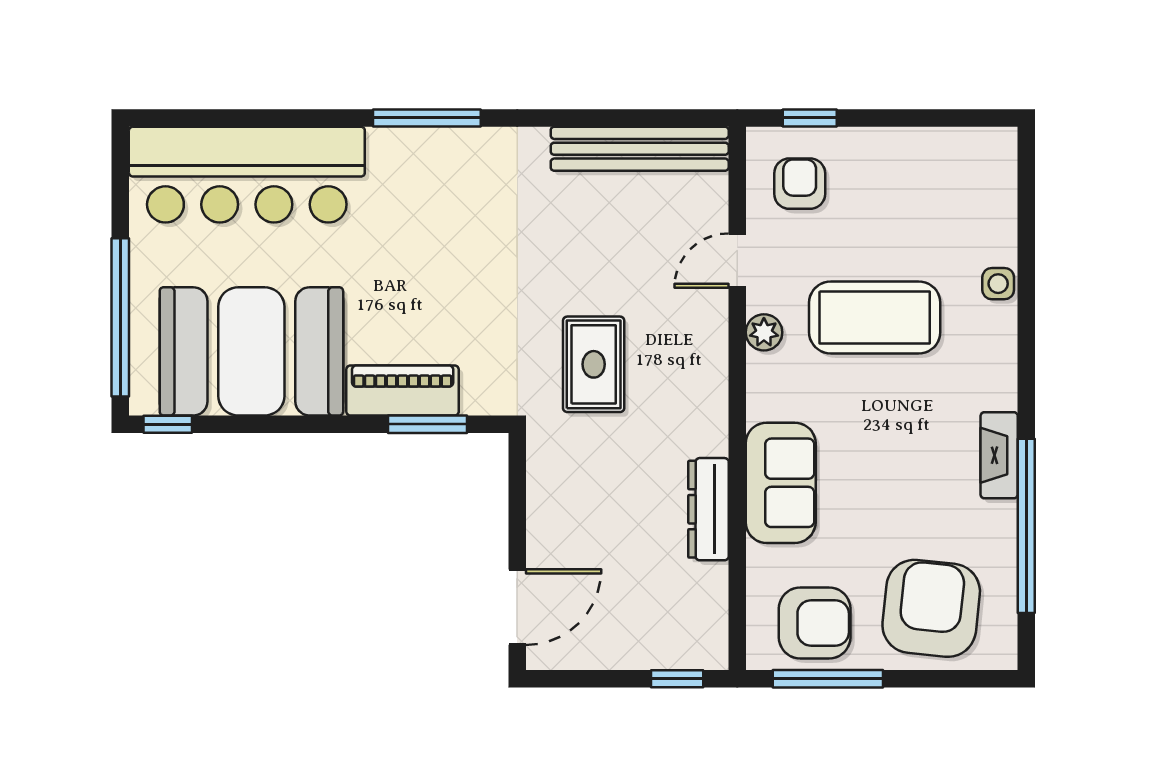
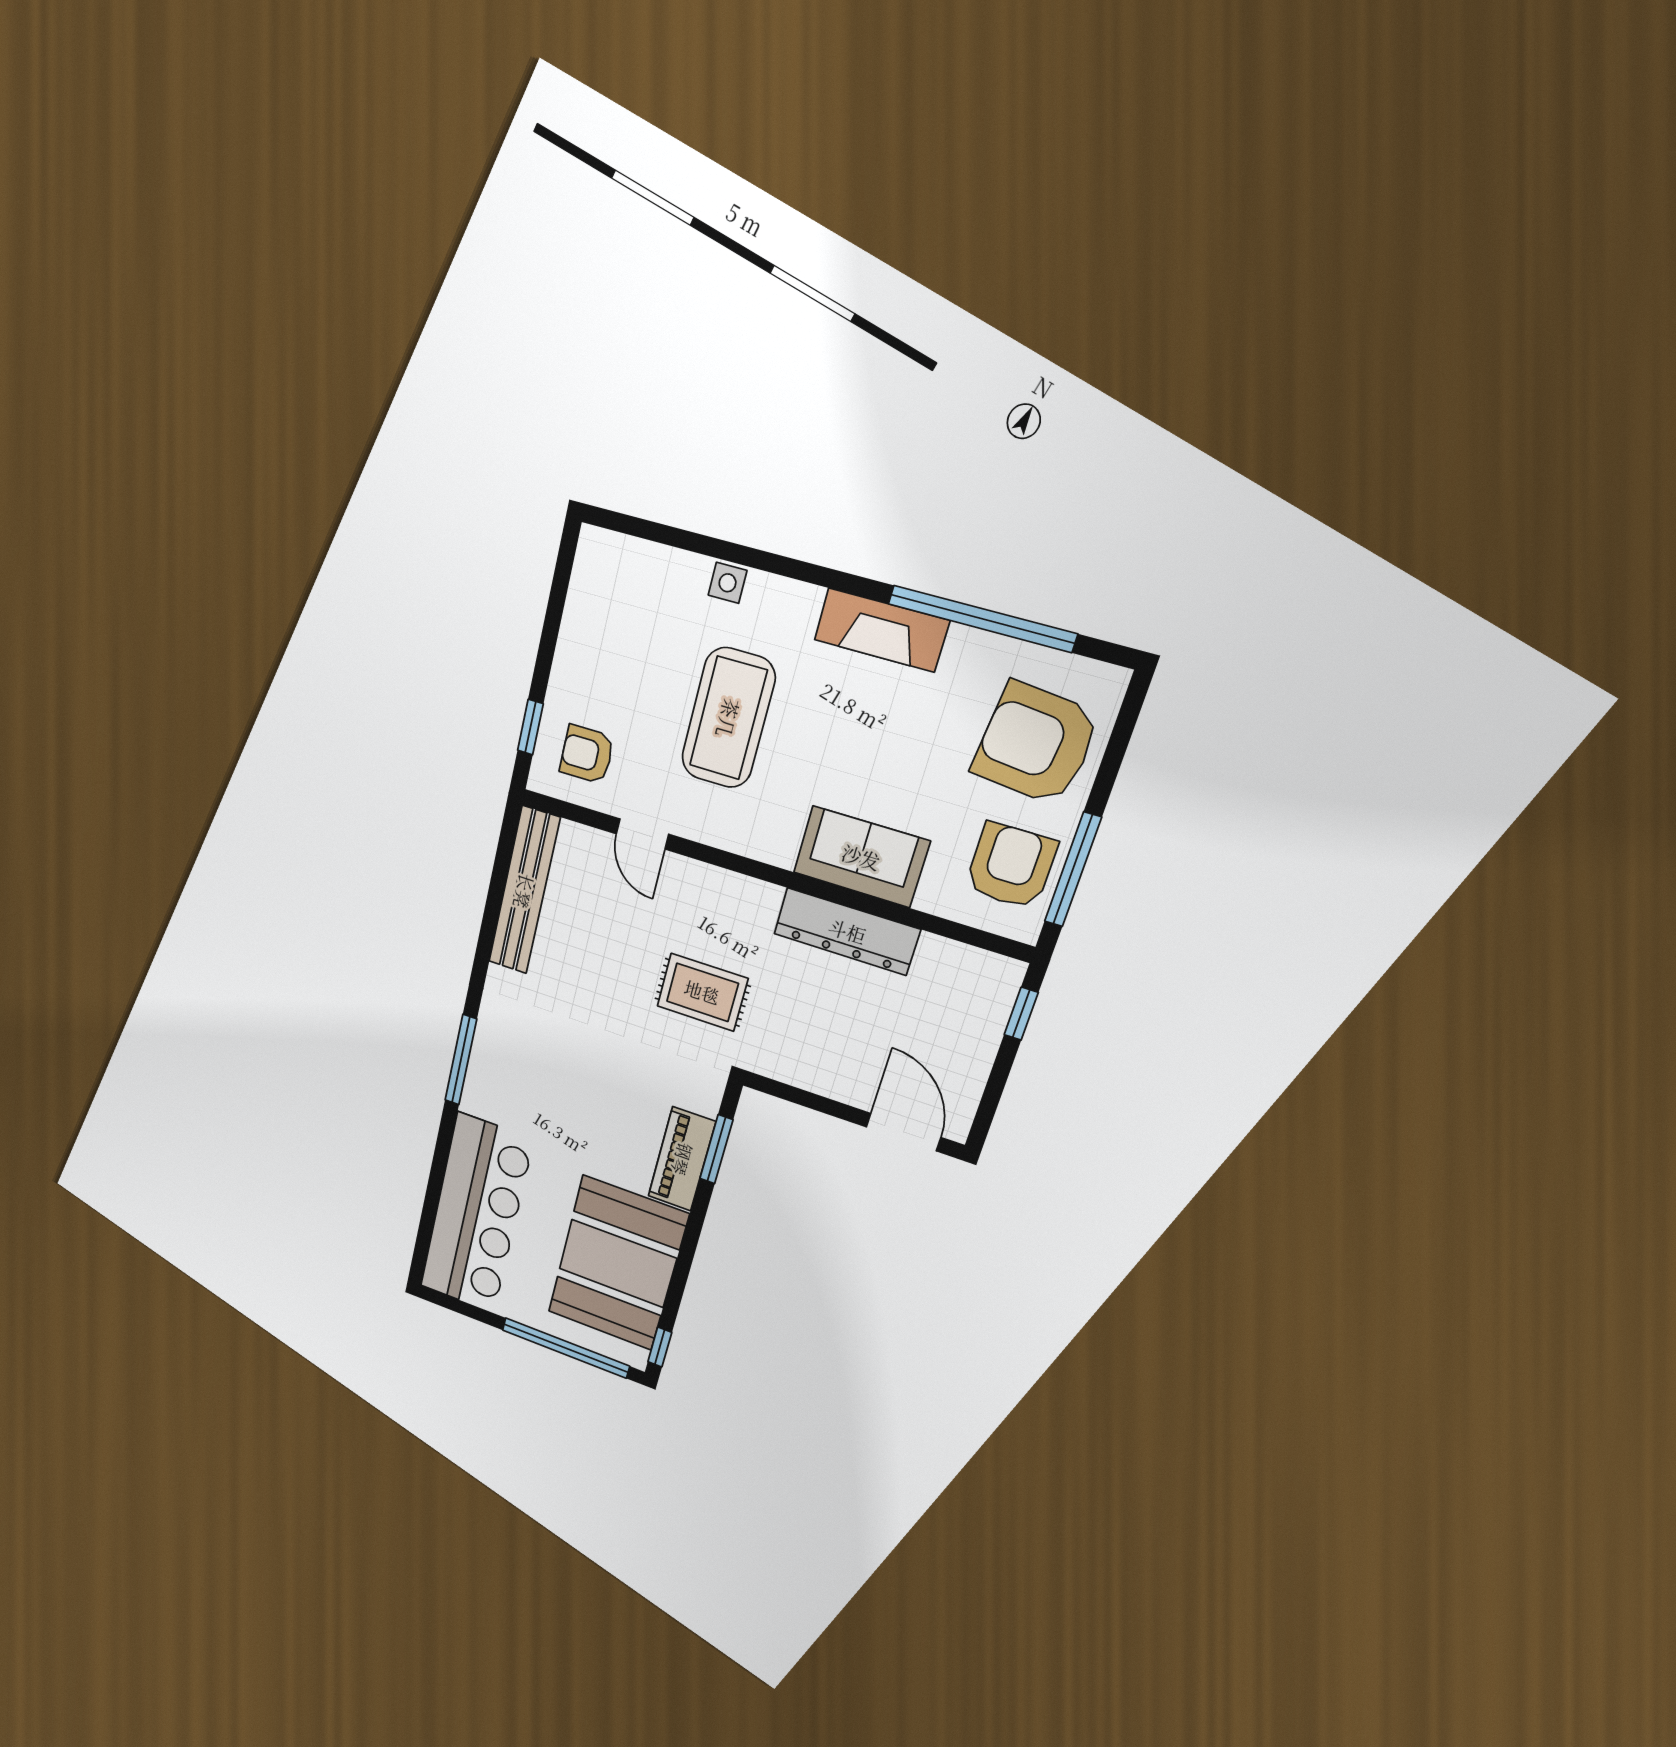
plant: (764, 332) -> (714, 829), removed
fireplace: (999, 455) -> (881, 630), width x1.37, depth x1.32
dresser: (708, 509) -> (847, 931), width x1.37, depth x1.24

